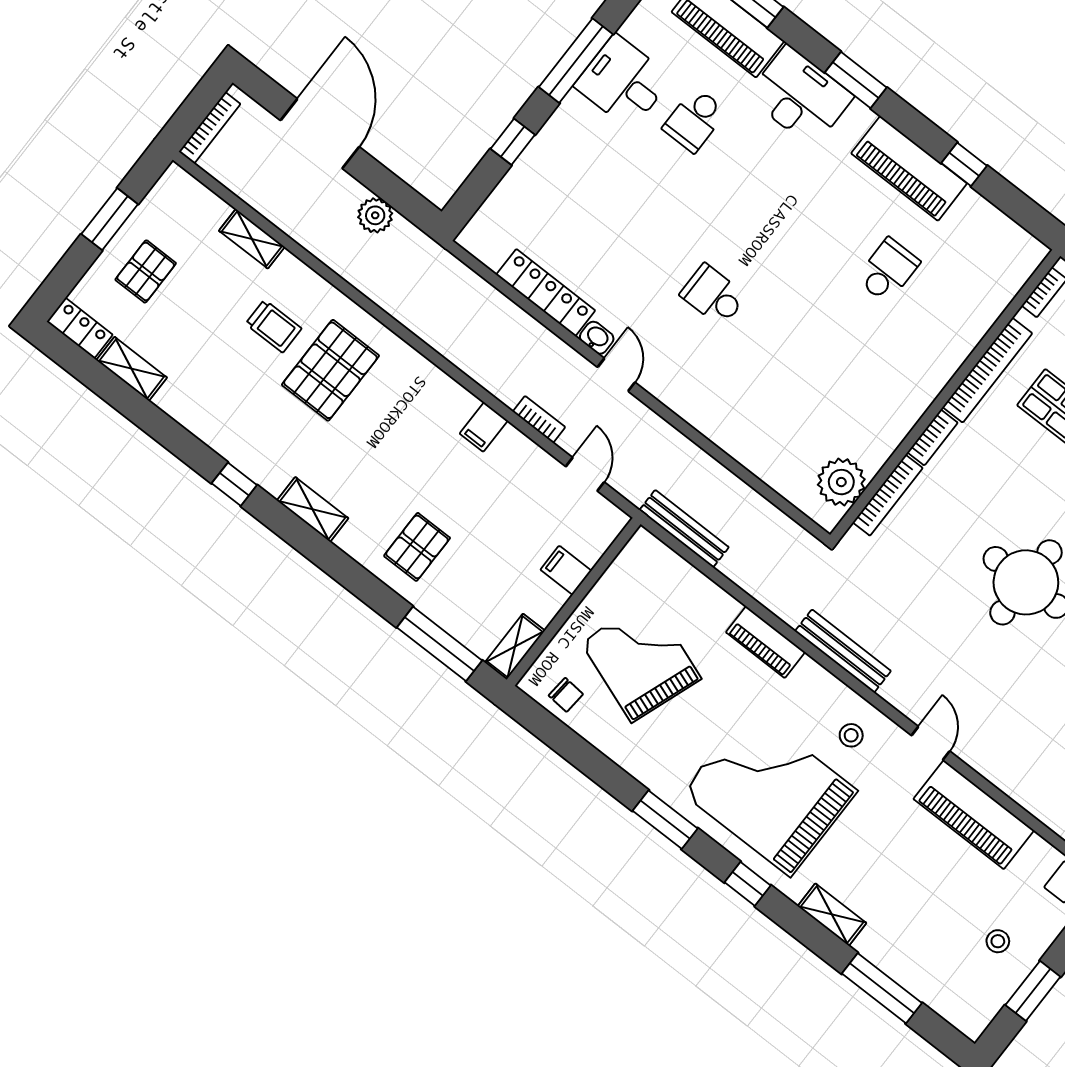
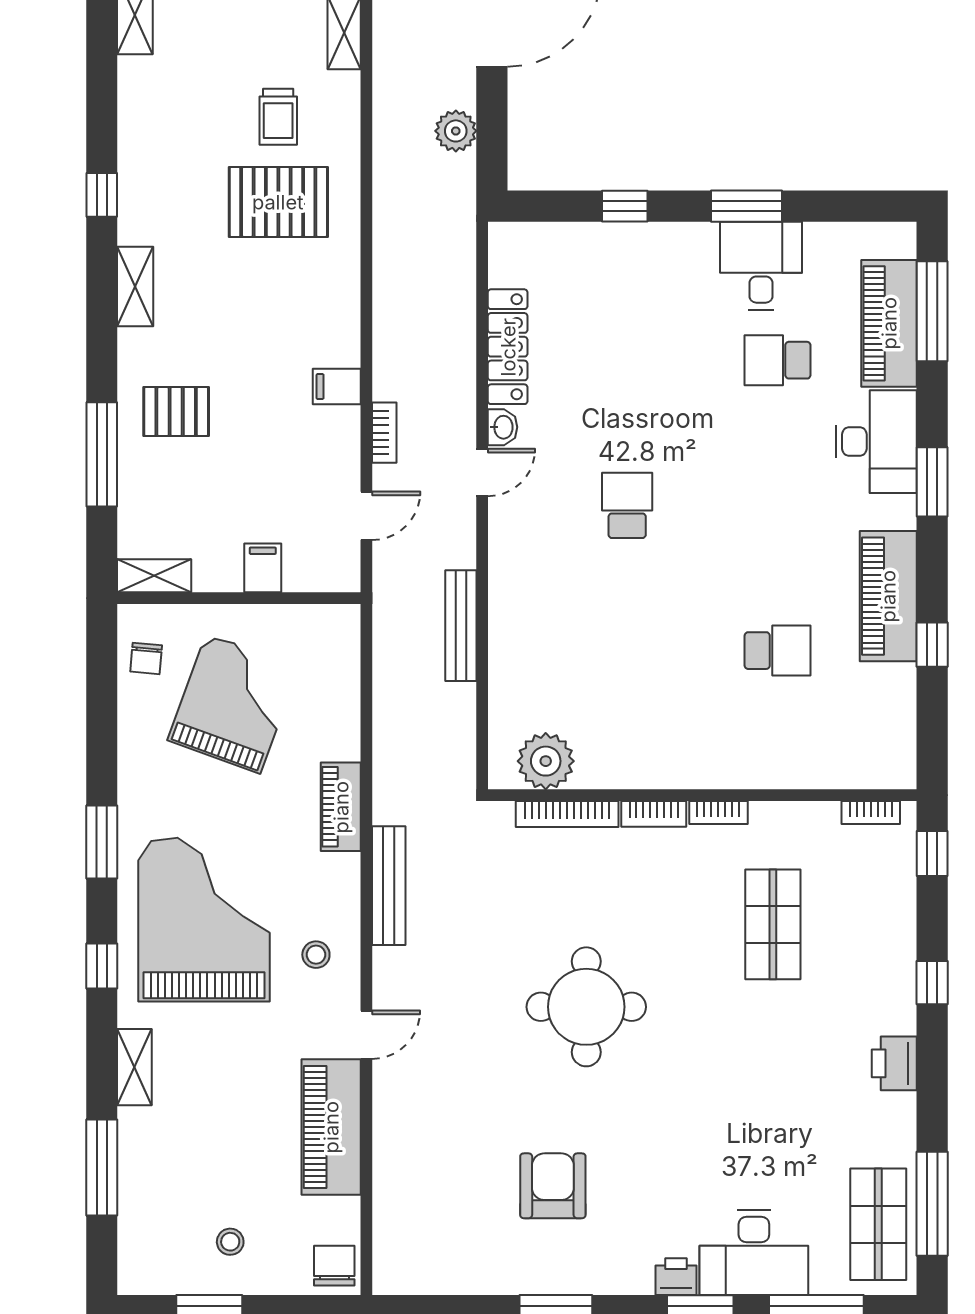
window: (576, 61) -> (747, 206), width x0.69
bookcase: (987, 370) -> (718, 813), width x0.43, depth x0.76
bench: (684, 529) -> (461, 626), moved
window: (439, 644) -> (102, 454), moved

